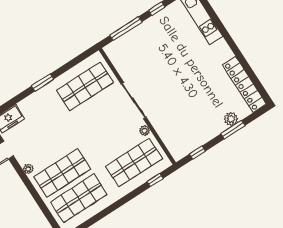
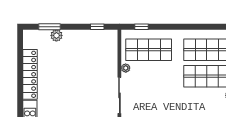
locker: (244, 84) -> (30, 74), moved
window: (233, 130) -> (49, 27), moved

